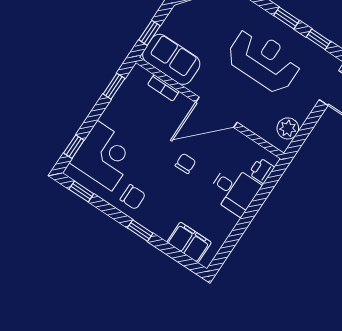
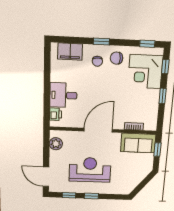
reception desk: (264, 60) -> (90, 170), turned 180
window: (114, 86) -> (162, 96), moved
chair: (186, 163) -> (97, 61), moved

